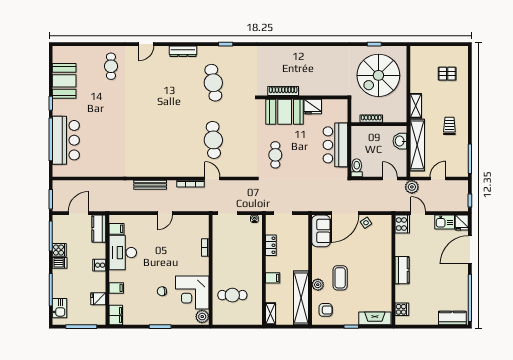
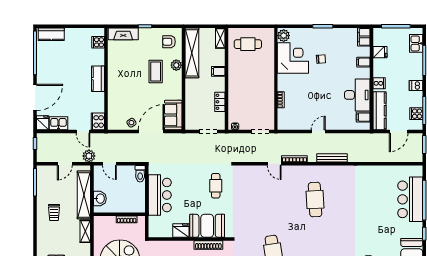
cafe table: (213, 140) -> (315, 200), moved
kitchen counter: (99, 229) -> (380, 111), width x1.50
cooker: (59, 250) -> (416, 114), moved
cafe table: (232, 295) -> (248, 44), moved

